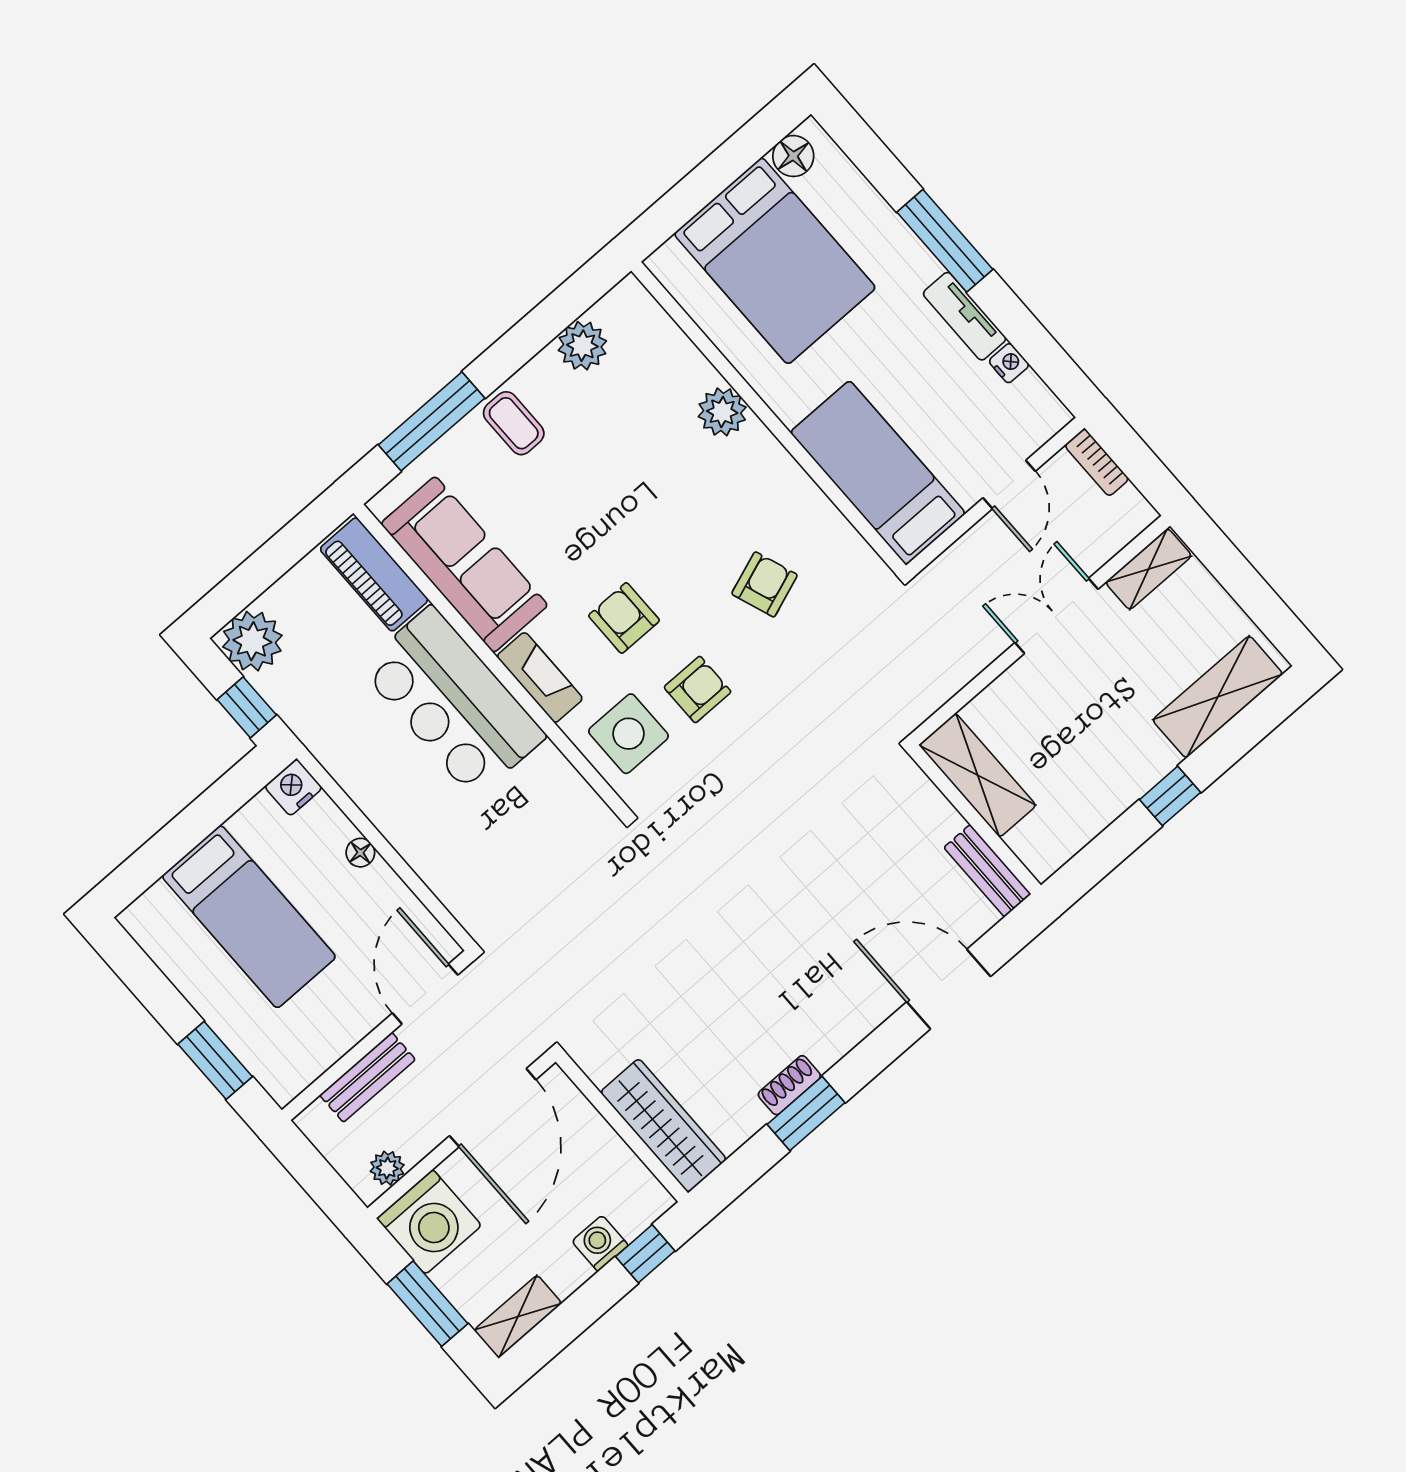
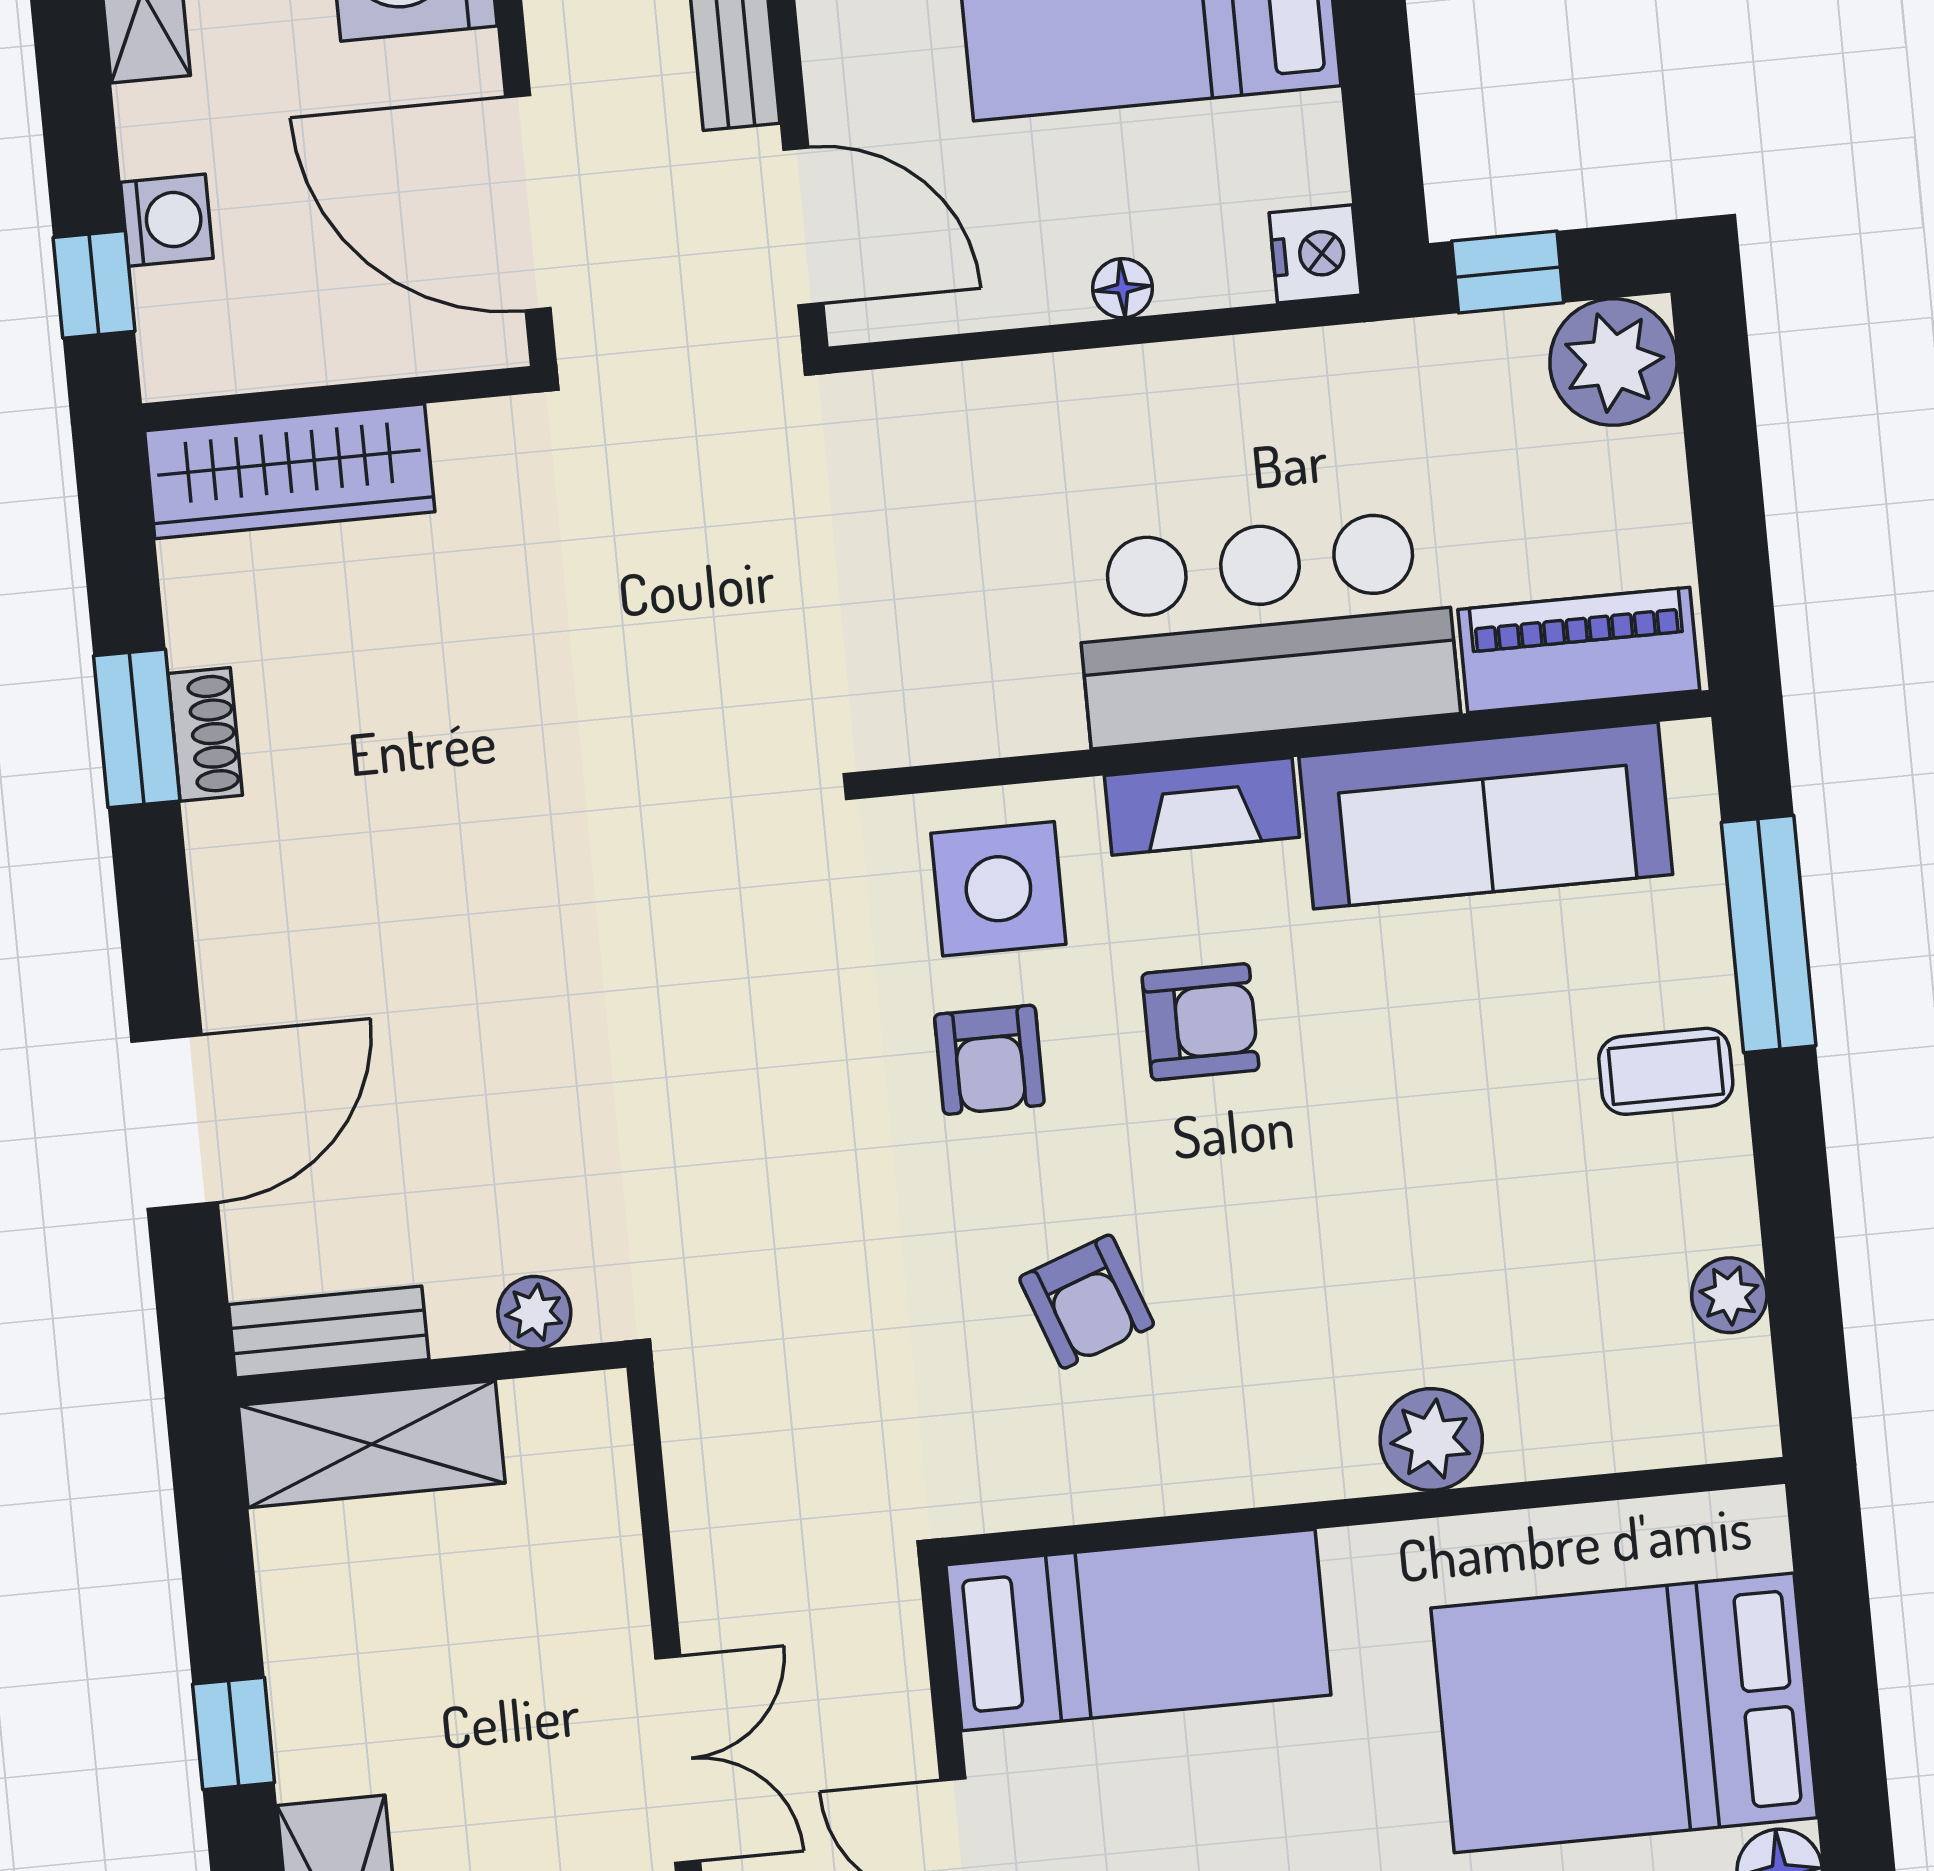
plant: (582, 346) -> (1729, 1295), width x0.73, depth x0.73
shelving: (978, 775) -> (372, 1444), moved
plant: (923, 796) -> (534, 1313), added

